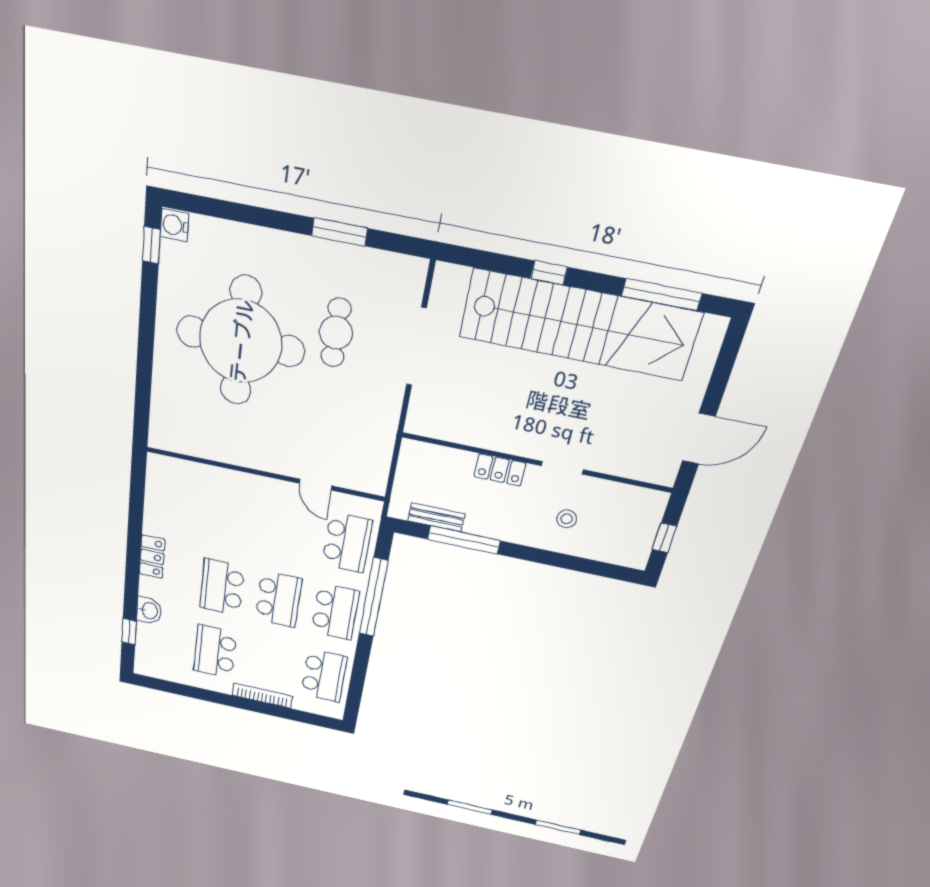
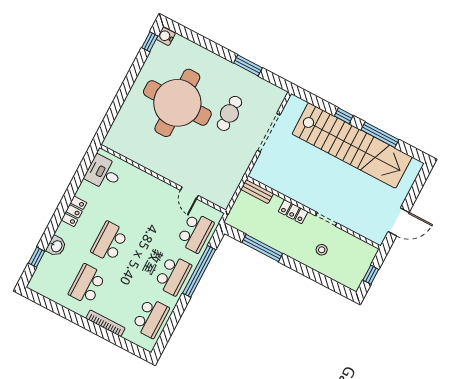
window: (662, 295) -> (380, 135), moved
desk: (170, 489) -> (104, 173), added
bench: (436, 517) -> (257, 191), moved
school desk: (278, 599) -> (141, 258), removed

